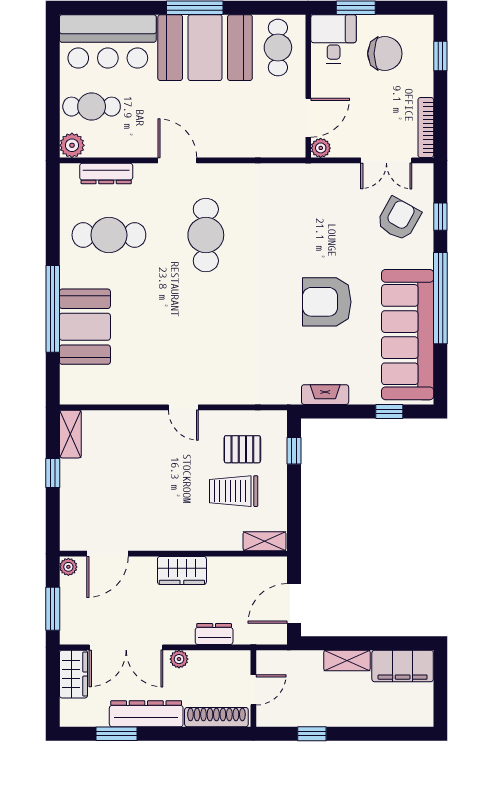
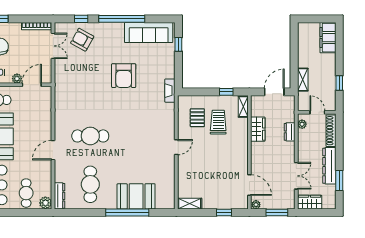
door: (308, 118) -> (32, 85), hinge flipped
plant: (321, 148) -> (17, 79), moved
dresser: (106, 173) -> (60, 196), moved
sofa: (408, 335) -> (149, 32), width x0.74, depth x0.79
fireplace: (325, 395) -> (170, 91), moved
window: (294, 451) -> (226, 92), moved
window: (53, 473) -> (224, 212), moved
trolley: (234, 491) -> (218, 122), turned 180
wardrobe: (182, 570) -> (258, 129), moved
door: (294, 603) -> (274, 92), swing flipped
double door: (126, 647) -> (296, 176), width x0.73
plant: (179, 659) -> (302, 124), moved
shelving: (347, 660) -> (303, 80), moved
filing cabinet: (403, 666) -> (328, 38), moved, turned 180

